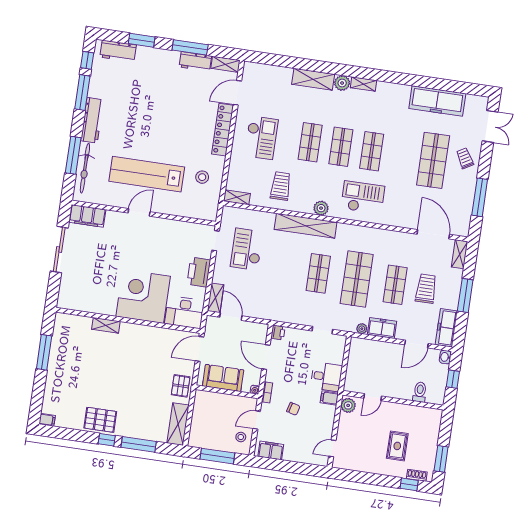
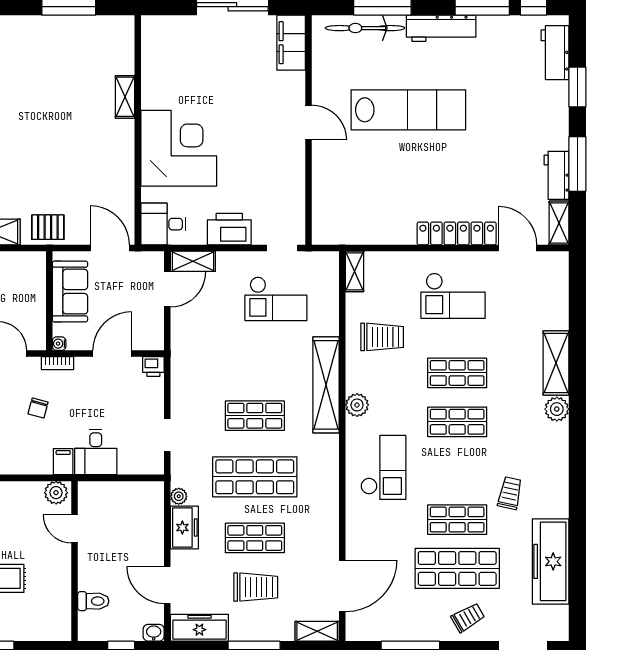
shelving: (363, 84) -> (560, 443), removed
trolley: (391, 120) -> (510, 493), added
shop shelf: (372, 151) -> (457, 520), moved
lab bench: (147, 174) -> (408, 110), moved, turned 90
stool: (202, 177) -> (378, 213), removed
checkout: (247, 249) -> (276, 299), turned 180
desk: (185, 312) -> (163, 224), width x0.73

